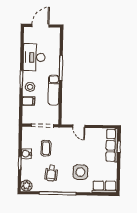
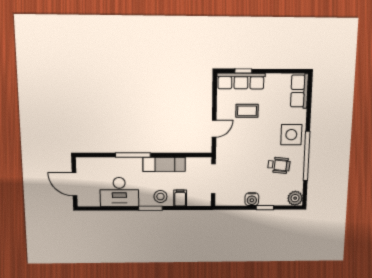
coffee table: (46, 148) -> (247, 111), moved
side table: (80, 172) -> (291, 135), moved

